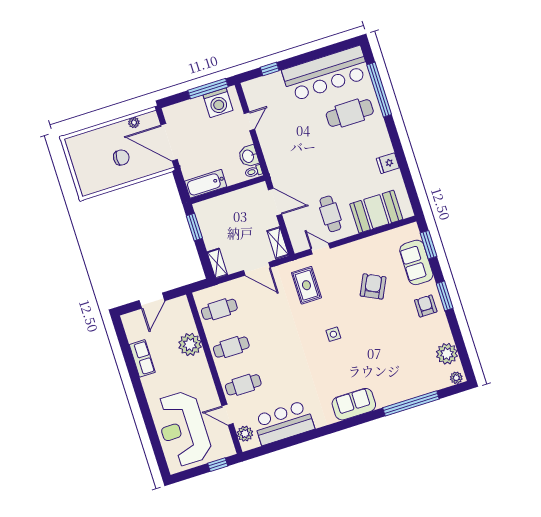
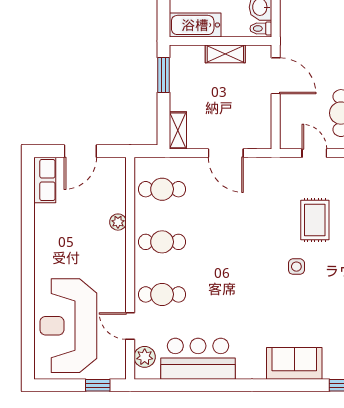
shelving: (278, 243) -> (225, 54), moved, turned 90
rug: (306, 285) -> (315, 220), moved
plant: (190, 345) -> (118, 222), width x0.53, depth x0.53
row of seats: (142, 358) -> (45, 180), moved

